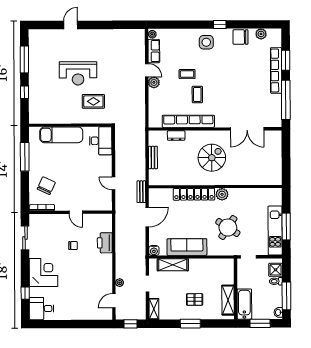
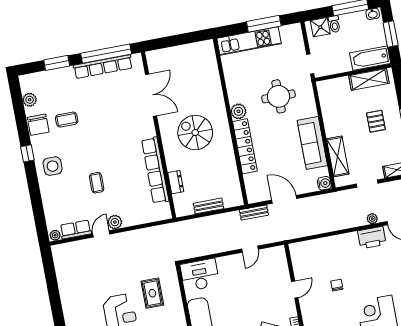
row of seats: (276, 70) -> (103, 67), moved
coffee table: (197, 94) -> (67, 120), moved
round table: (228, 228) -> (279, 96), turned -33
kitchen unit: (275, 231) -> (249, 41), moved
printer: (105, 243) -> (372, 238), moved

